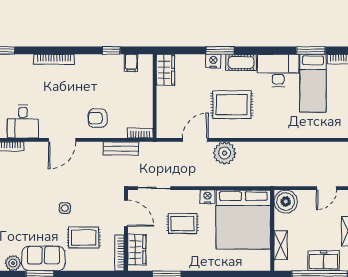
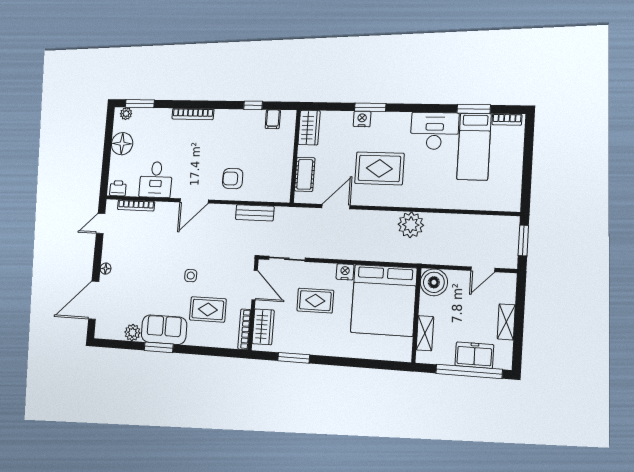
cot: (241, 62) -> (305, 174), moved, turned 90
bookcase: (140, 133) -> (277, 197), removed
plant: (225, 153) -> (411, 225), moved

